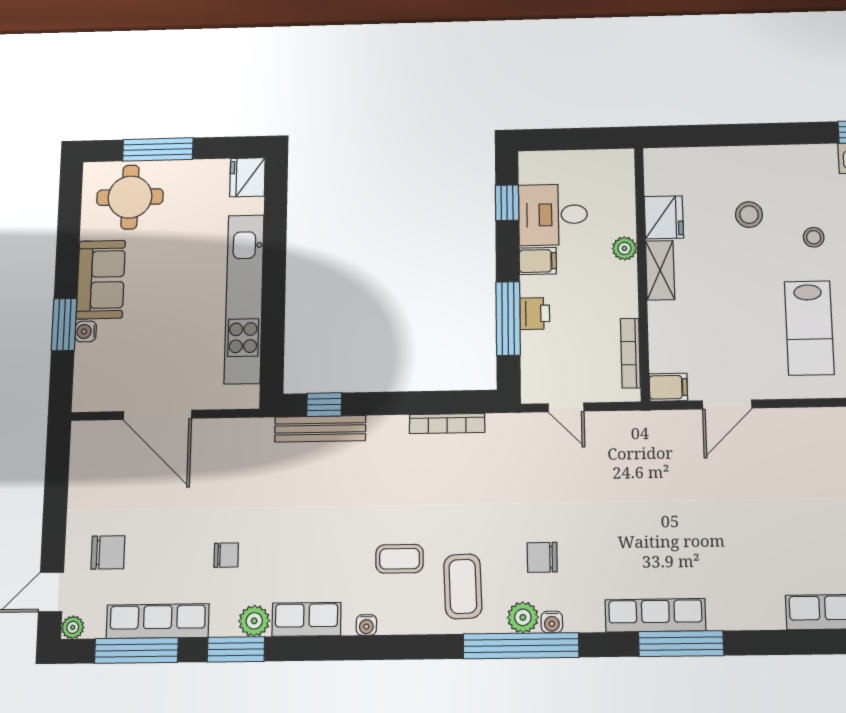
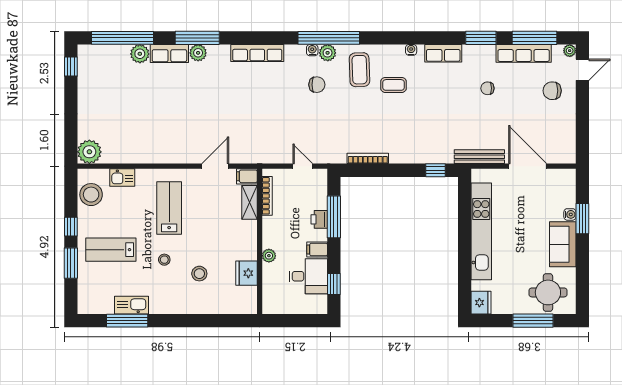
shelving: (660, 270) -> (250, 202), moved
bench: (320, 429) -> (479, 157), moved
plant: (254, 621) -> (198, 53), moved
window: (681, 644) -> (197, 38), moved

